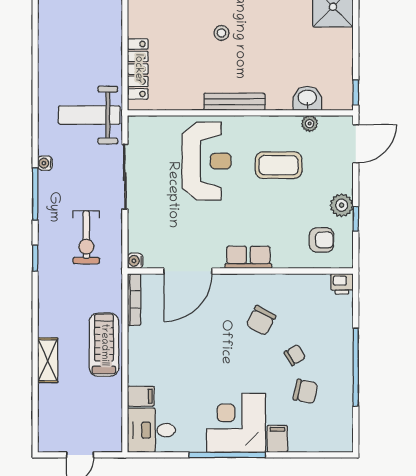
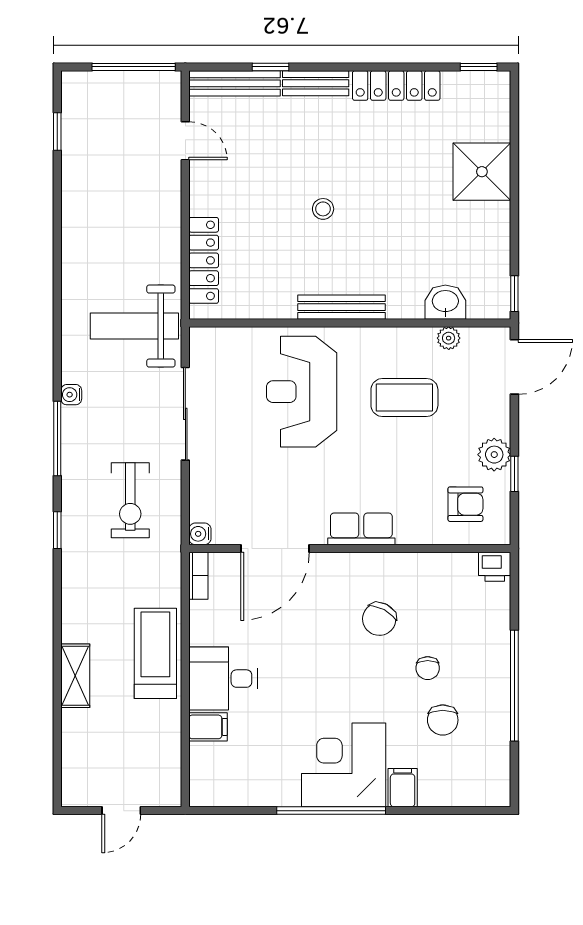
reception desk: (206, 161) -> (302, 392), turned 180
bookcase: (134, 300) -> (198, 576), width x0.64
chair: (295, 355) -> (428, 668), turned 120
chair: (305, 391) -> (443, 720), turned 78
desk: (151, 430) -> (223, 679), moved

